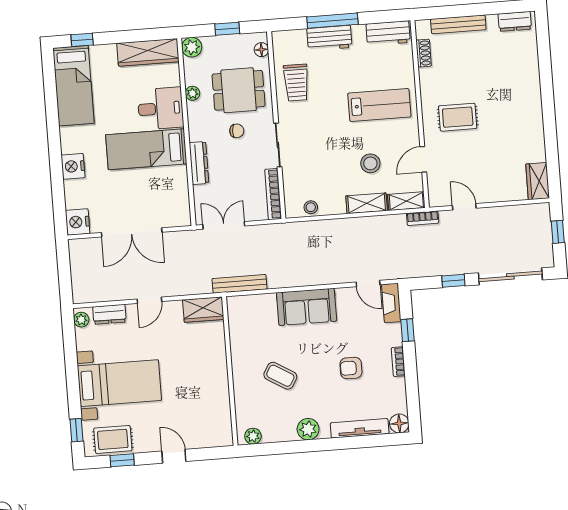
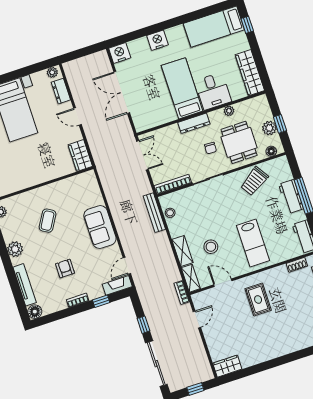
plant: (192, 47) -> (269, 128), moved
trolley: (296, 83) -> (254, 181), turned -33
dresser: (199, 163) -> (194, 123), moved
bench: (240, 284) -> (154, 213), moved

